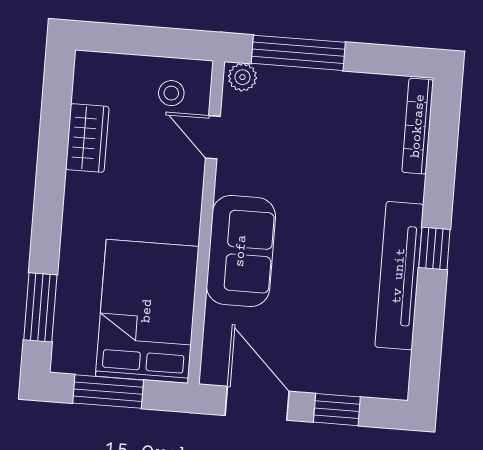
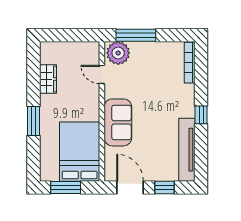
plant: (242, 77) -> (118, 53), width x1.87, depth x1.87
stool: (171, 93) -> (83, 57), removed
tv unit: (399, 276) -> (187, 150), moved
window: (40, 307) -> (34, 121), moved

